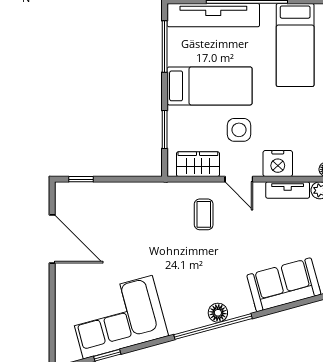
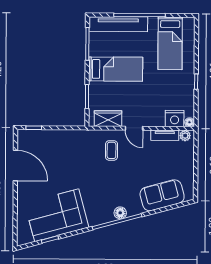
side table: (239, 130) -> (134, 97), removed
nightstand: (278, 164) -> (175, 119), moved

